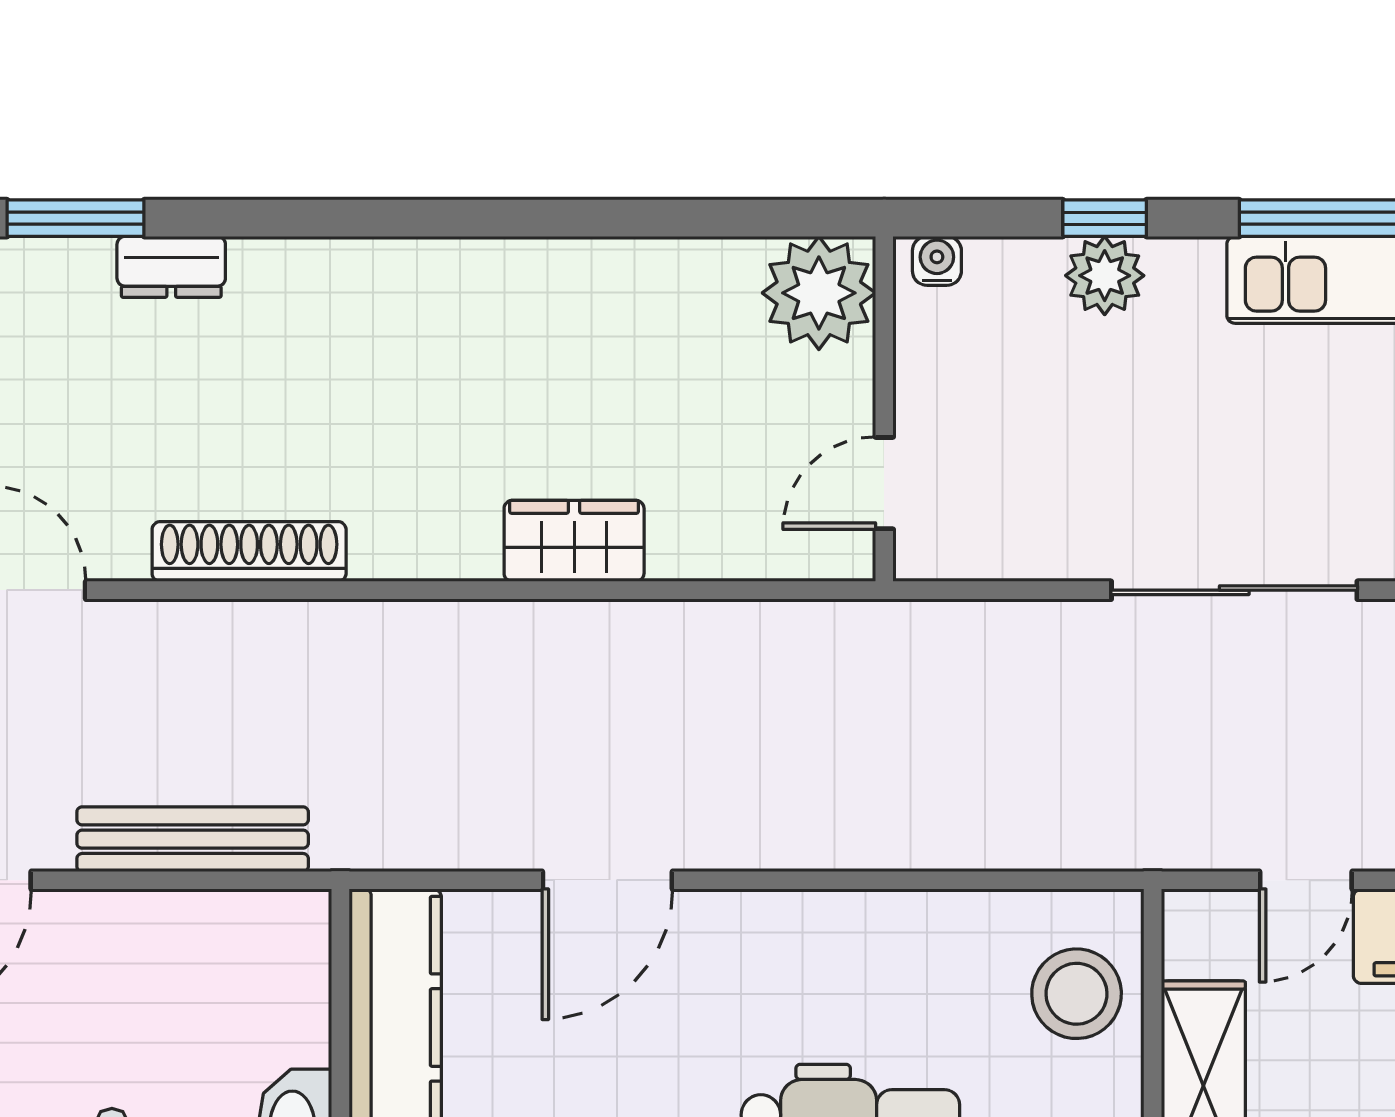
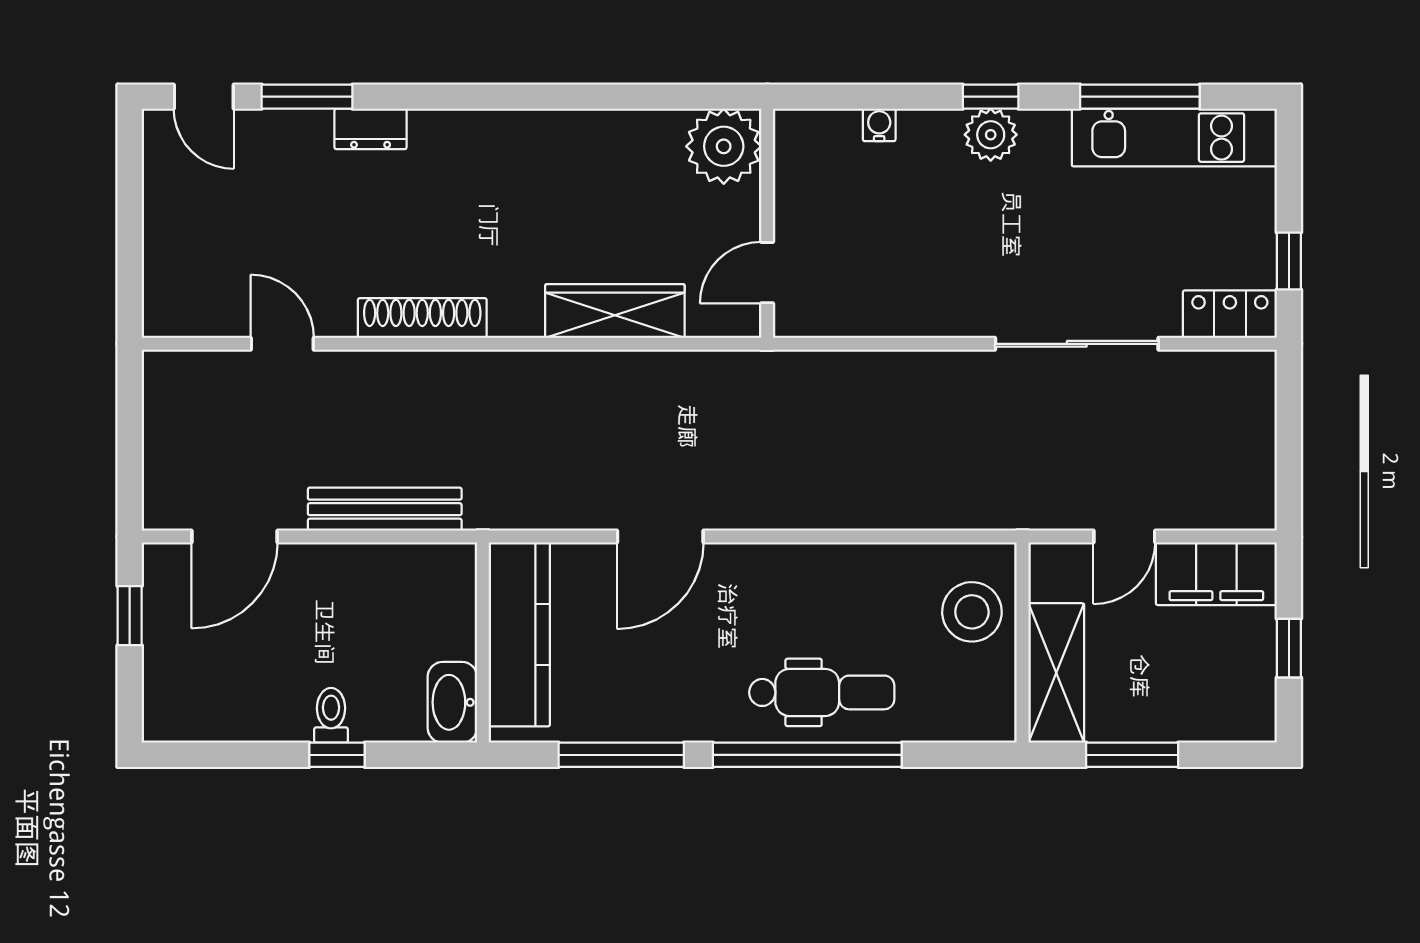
plant: (819, 293) -> (724, 146), moved
wall: (884, 409) -> (767, 223), moved
door: (884, 483) -> (767, 273), moved
wardrobe: (574, 541) -> (615, 311), width x1.50

